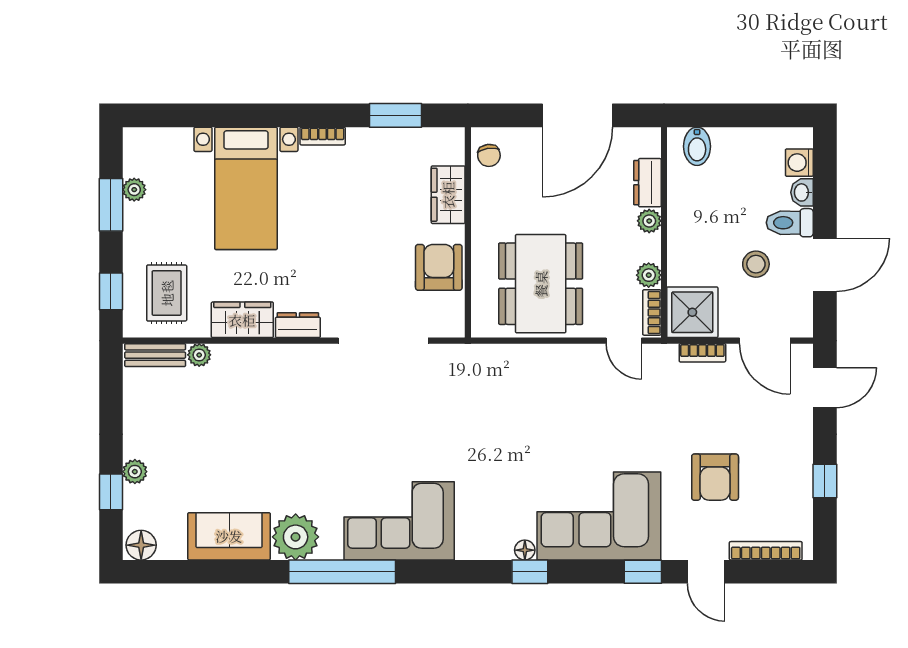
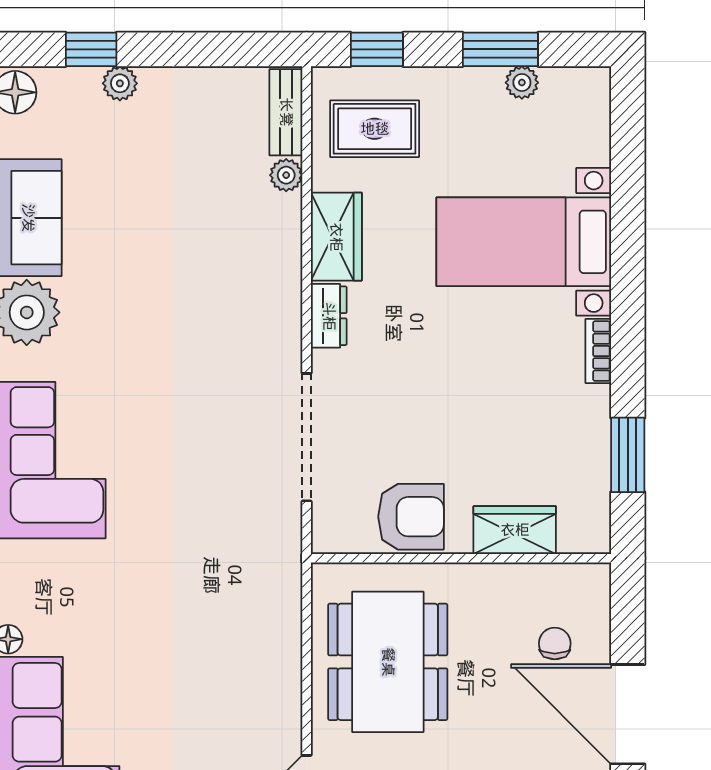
chair: (489, 155) -> (555, 643), moved, turned 98
dining table: (541, 284) -> (388, 662), turned 90

